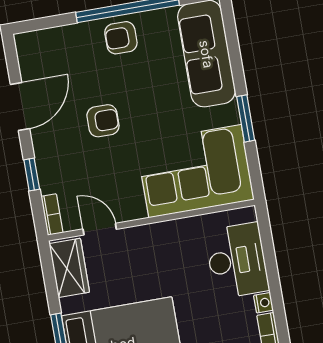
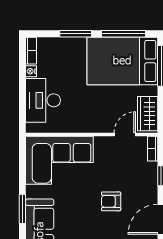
window: (246, 118) -> (22, 209), moved
door: (100, 229) -> (125, 135), swing flipped

